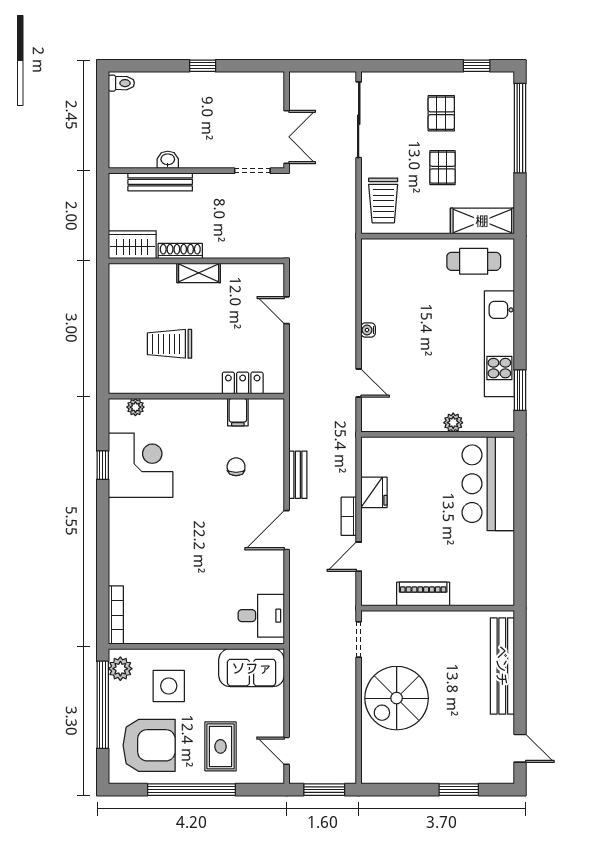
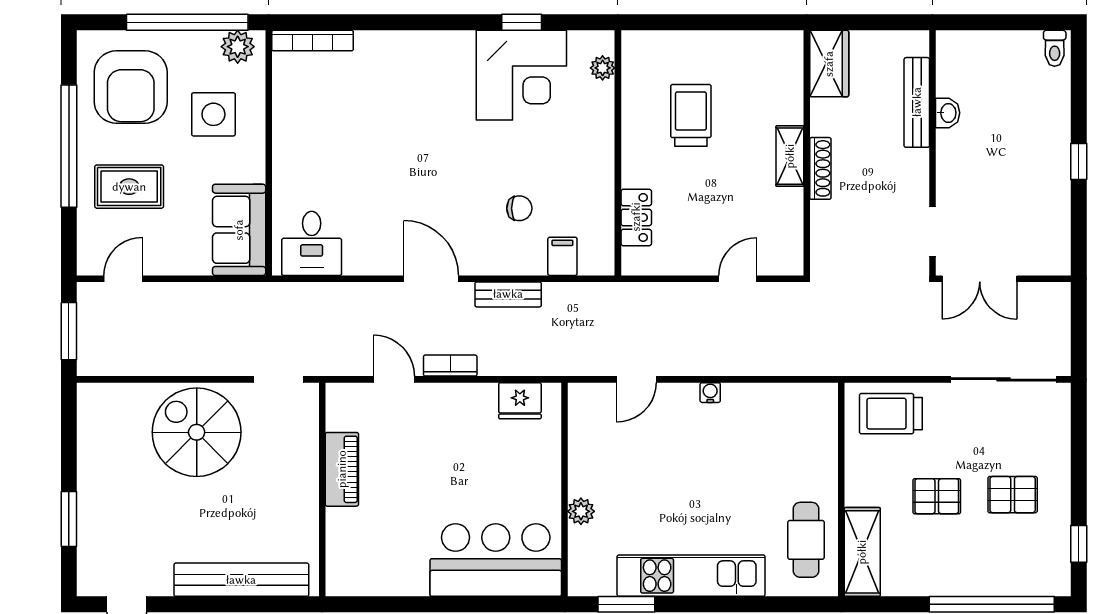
shoe rack: (180, 251) -> (820, 168), moved
filing cabinet: (238, 412) -> (562, 256), moved, turned 90
fridge: (374, 492) -> (520, 401), moved

